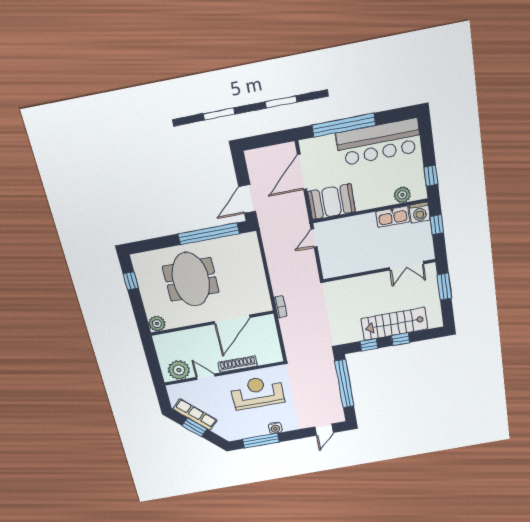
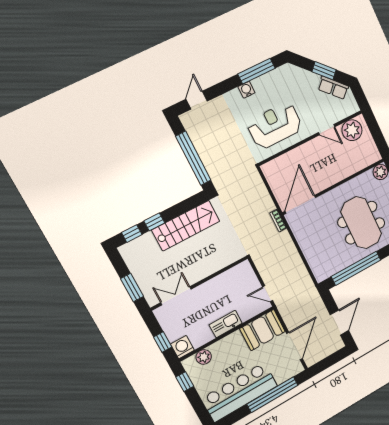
door: (247, 199) -> (339, 323), moved
kitchen sink: (393, 217) -> (226, 324), moved
door: (314, 238) -> (268, 294), swing flipped
door: (232, 319) -> (300, 204), moved
stairs: (394, 324) -> (186, 226), moved
window: (369, 345) -> (132, 234), moved
shoe rack: (238, 364) -> (301, 151), removed
reception desk: (257, 392) -> (275, 126), turned 180
row of seats: (195, 415) -> (333, 88), width x0.68

